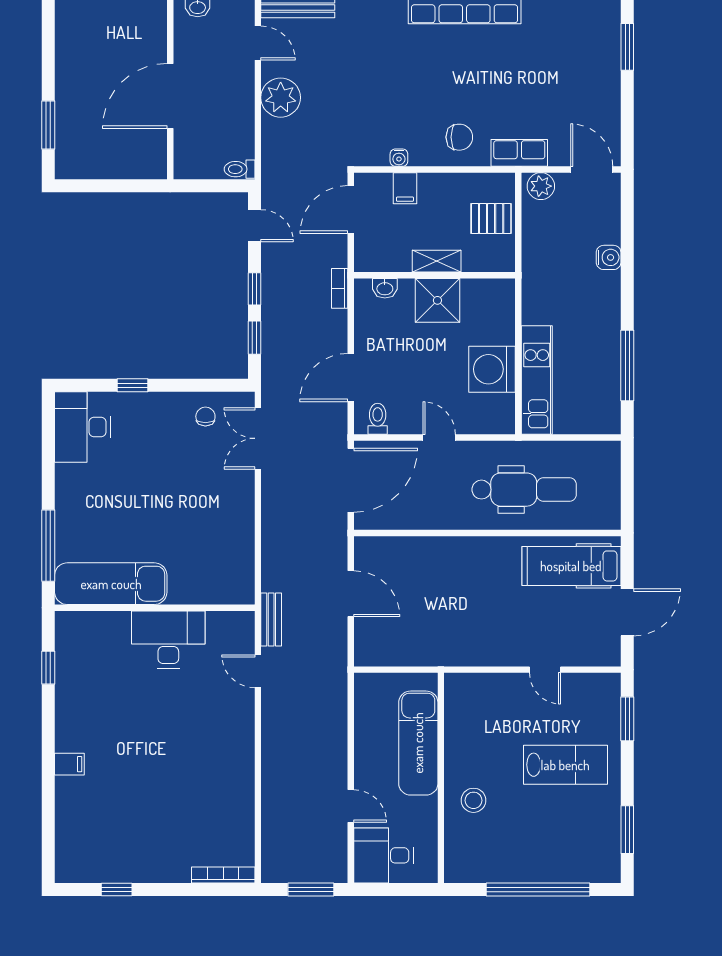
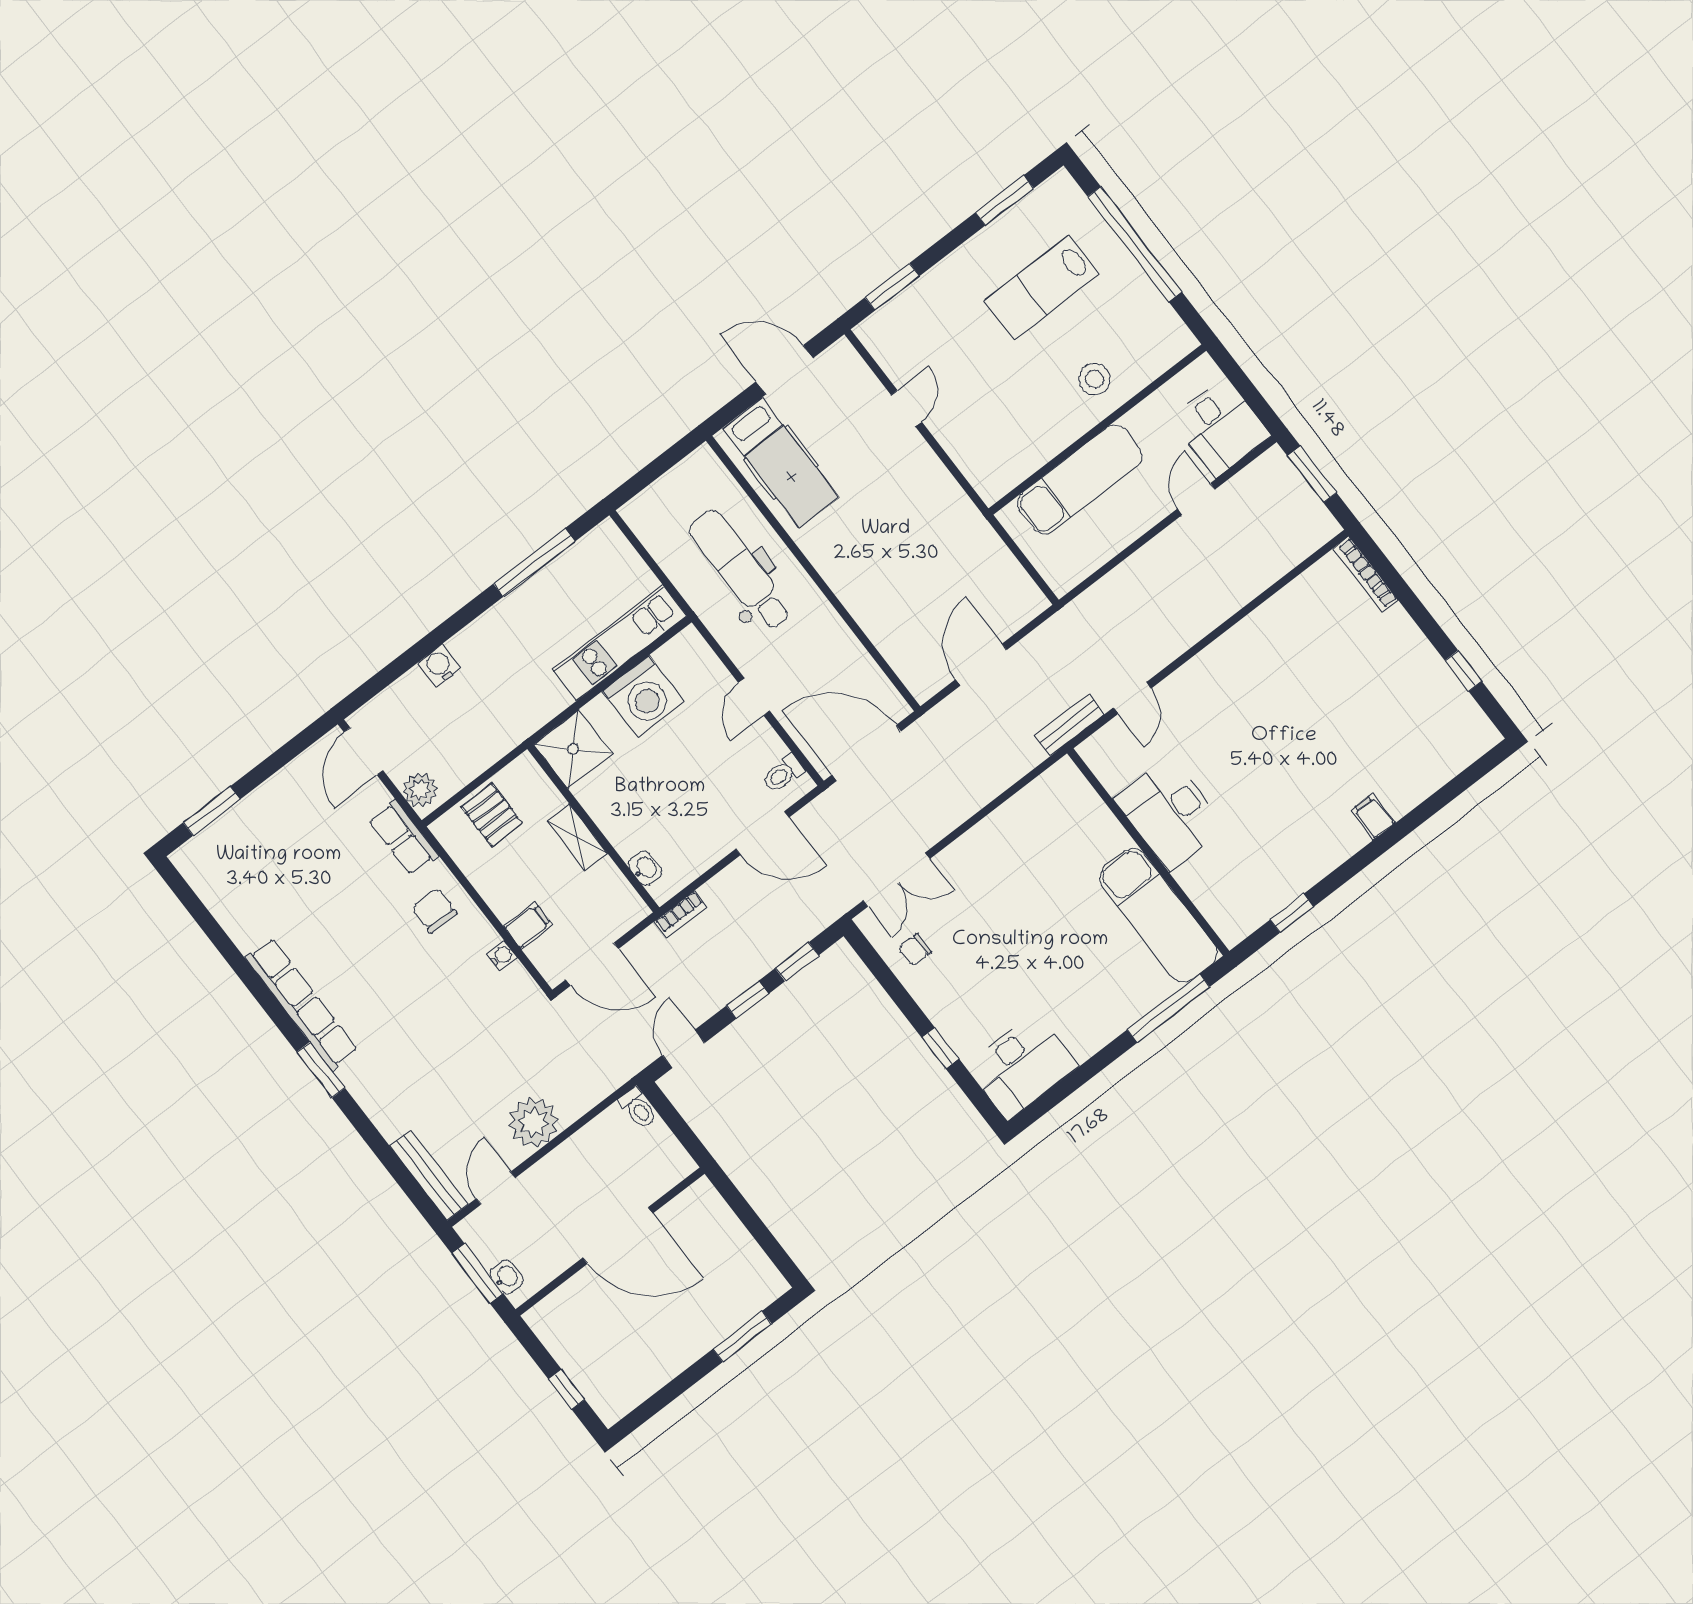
shower: (437, 300) -> (573, 749), moved
lab bench: (565, 765) -> (1042, 287), moved, turned -90

